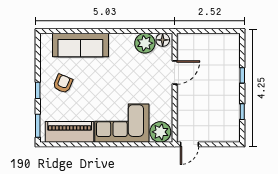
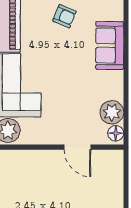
sofa: (80, 45) -> (110, 45), width x0.73

